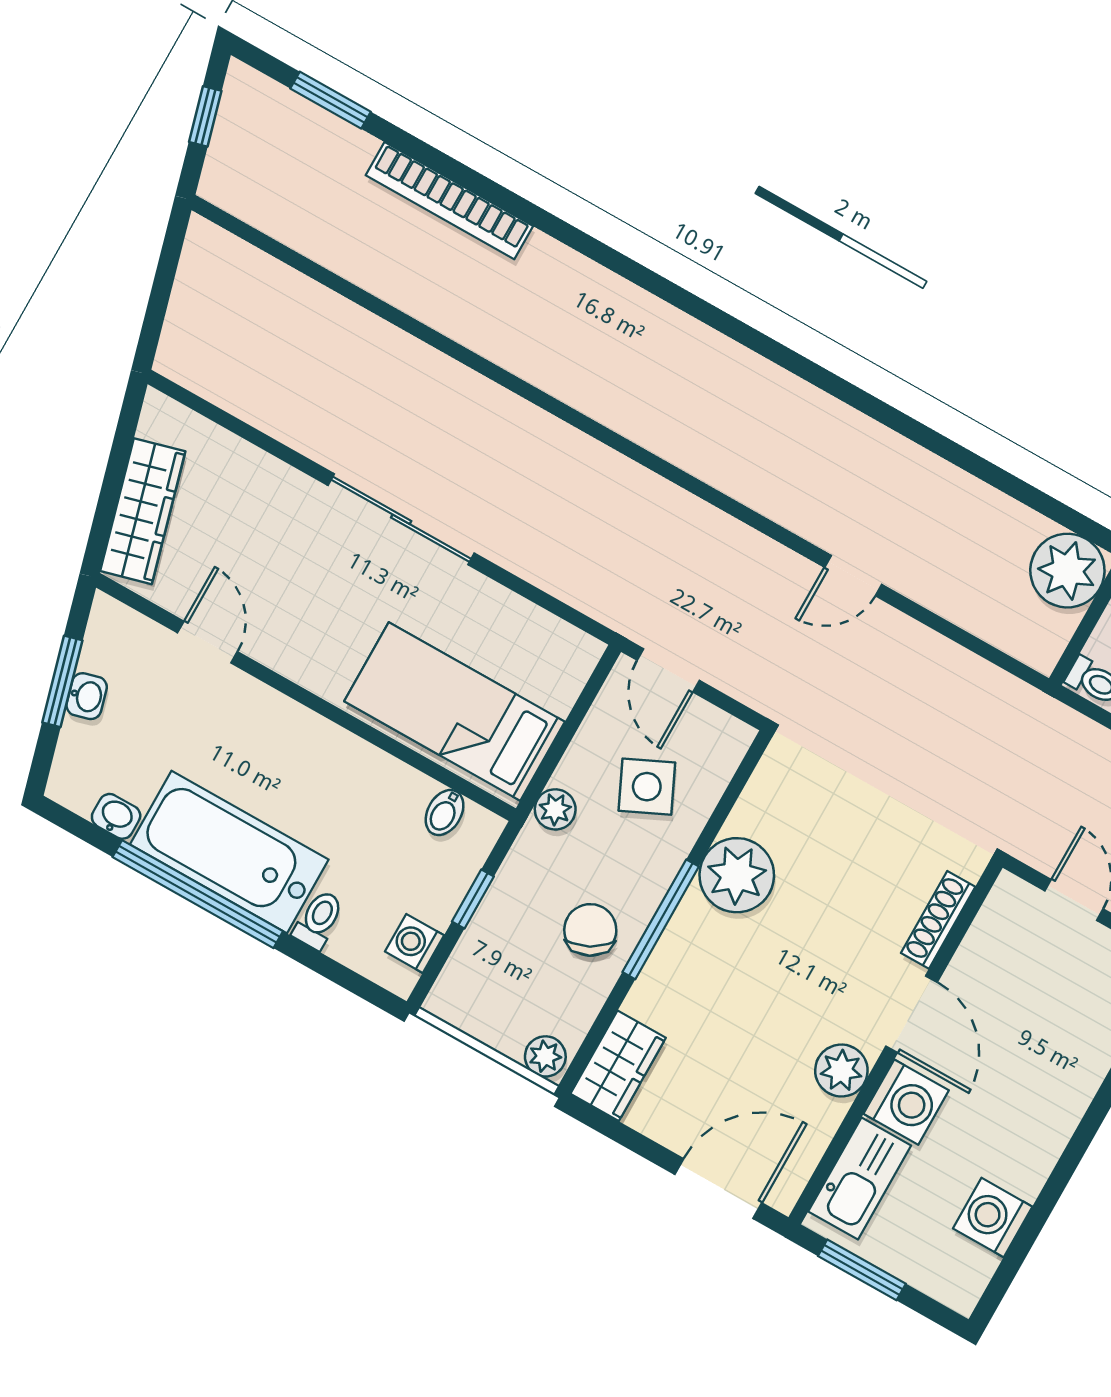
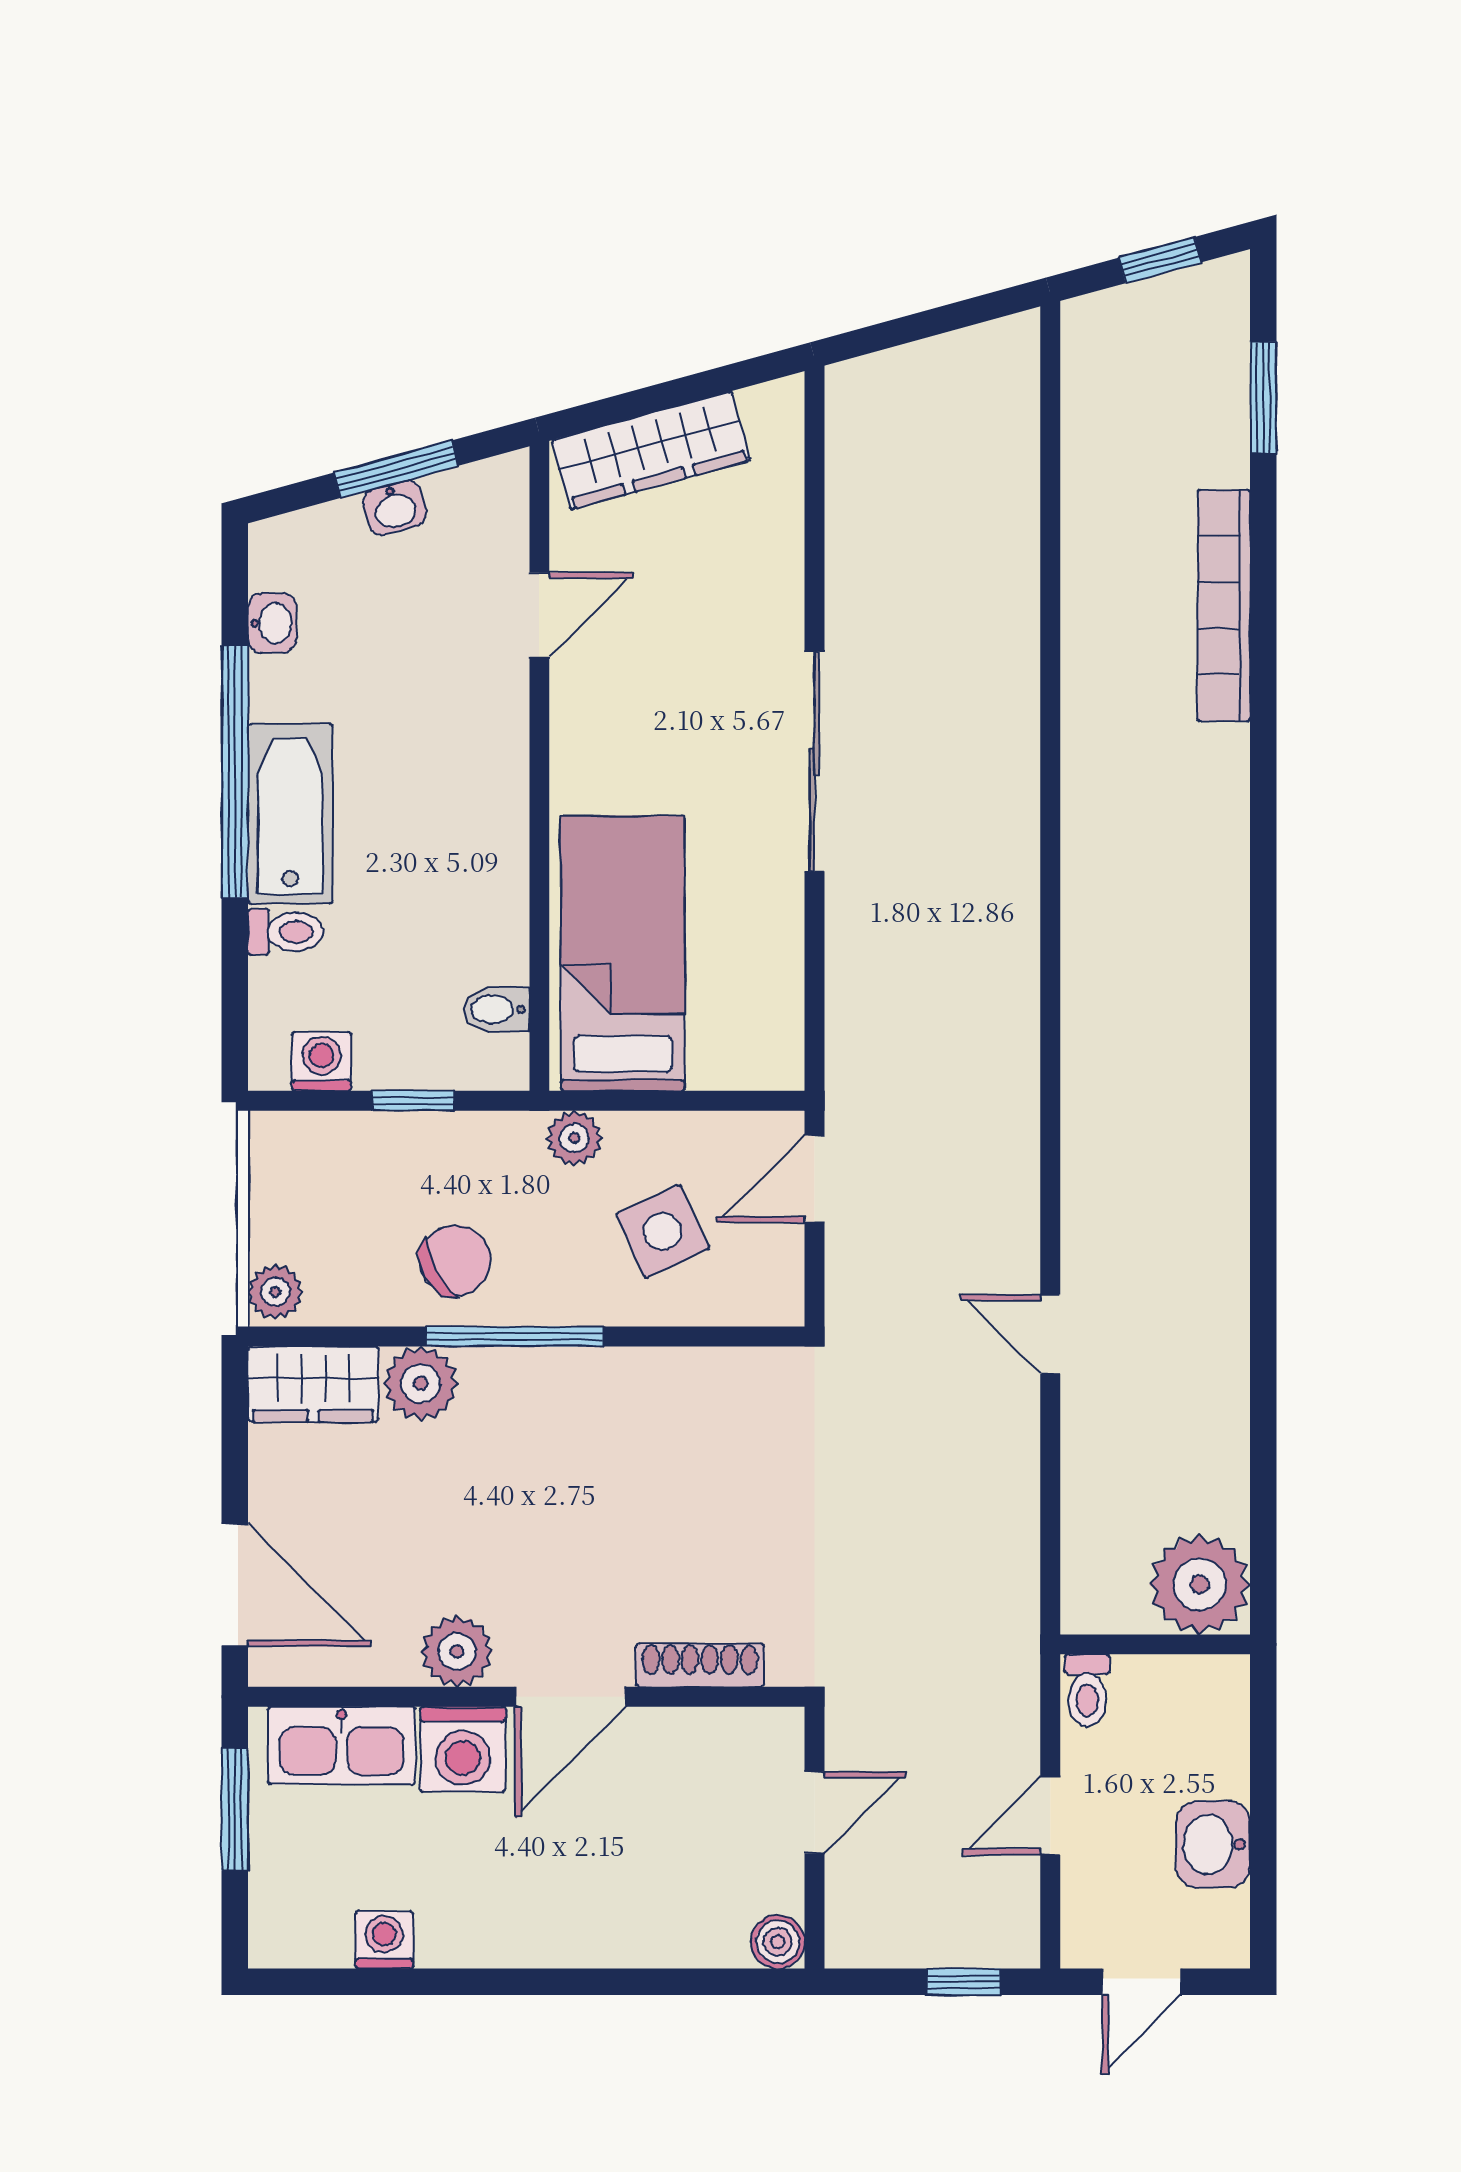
bathtub: (229, 852) -> (290, 814), width x0.73, depth x0.73
plant: (737, 875) -> (421, 1383), moved, width x0.73, depth x0.73
washing machine: (993, 1218) -> (384, 1940), width x0.73, depth x0.73

